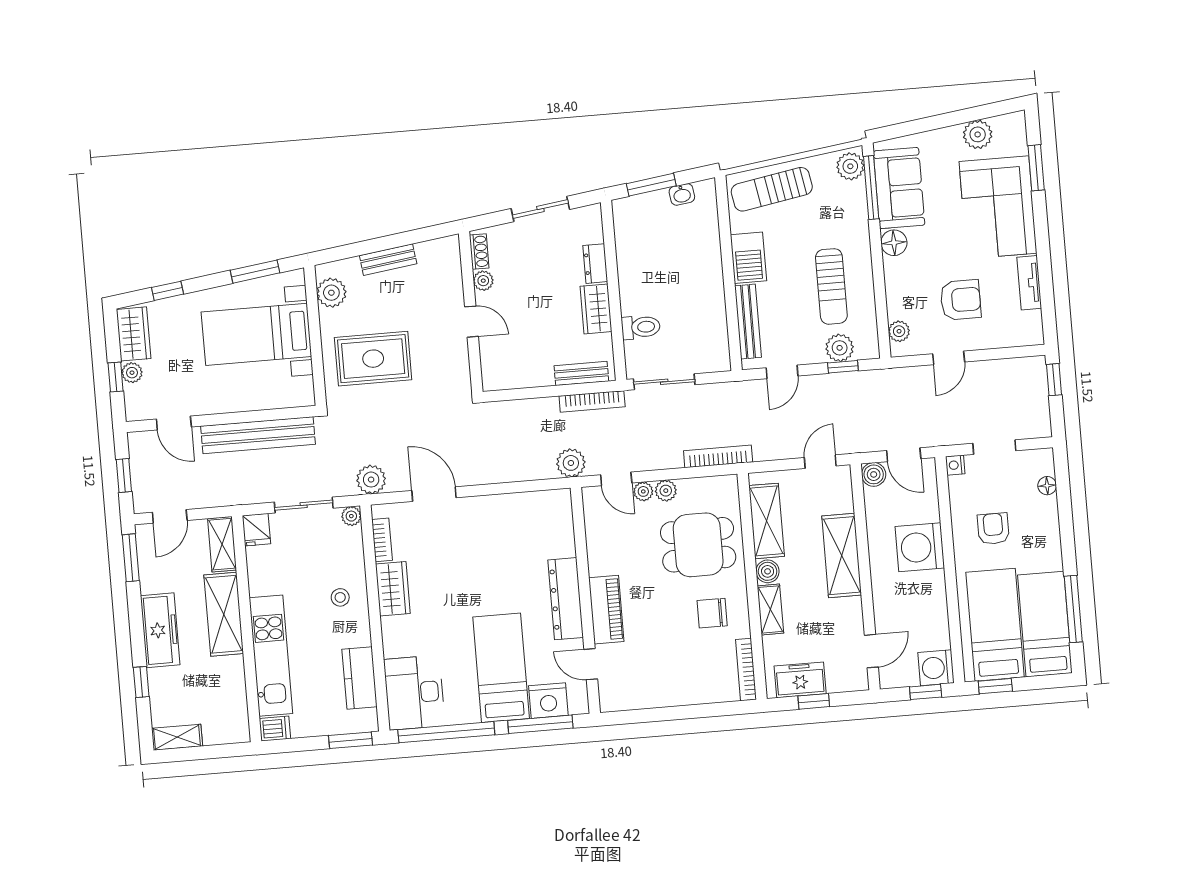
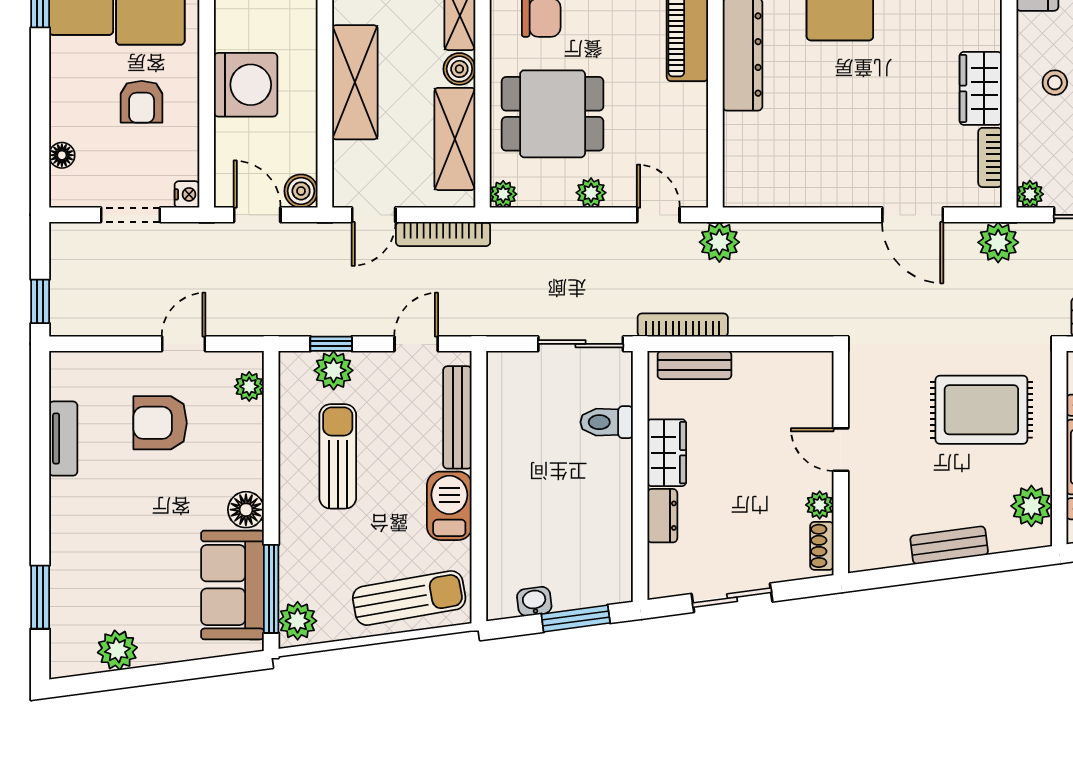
corner sofa: (998, 207) -> (98, 547), removed
bookcase: (718, 456) -> (443, 234), moved
plant: (643, 491) -> (503, 194), moved

